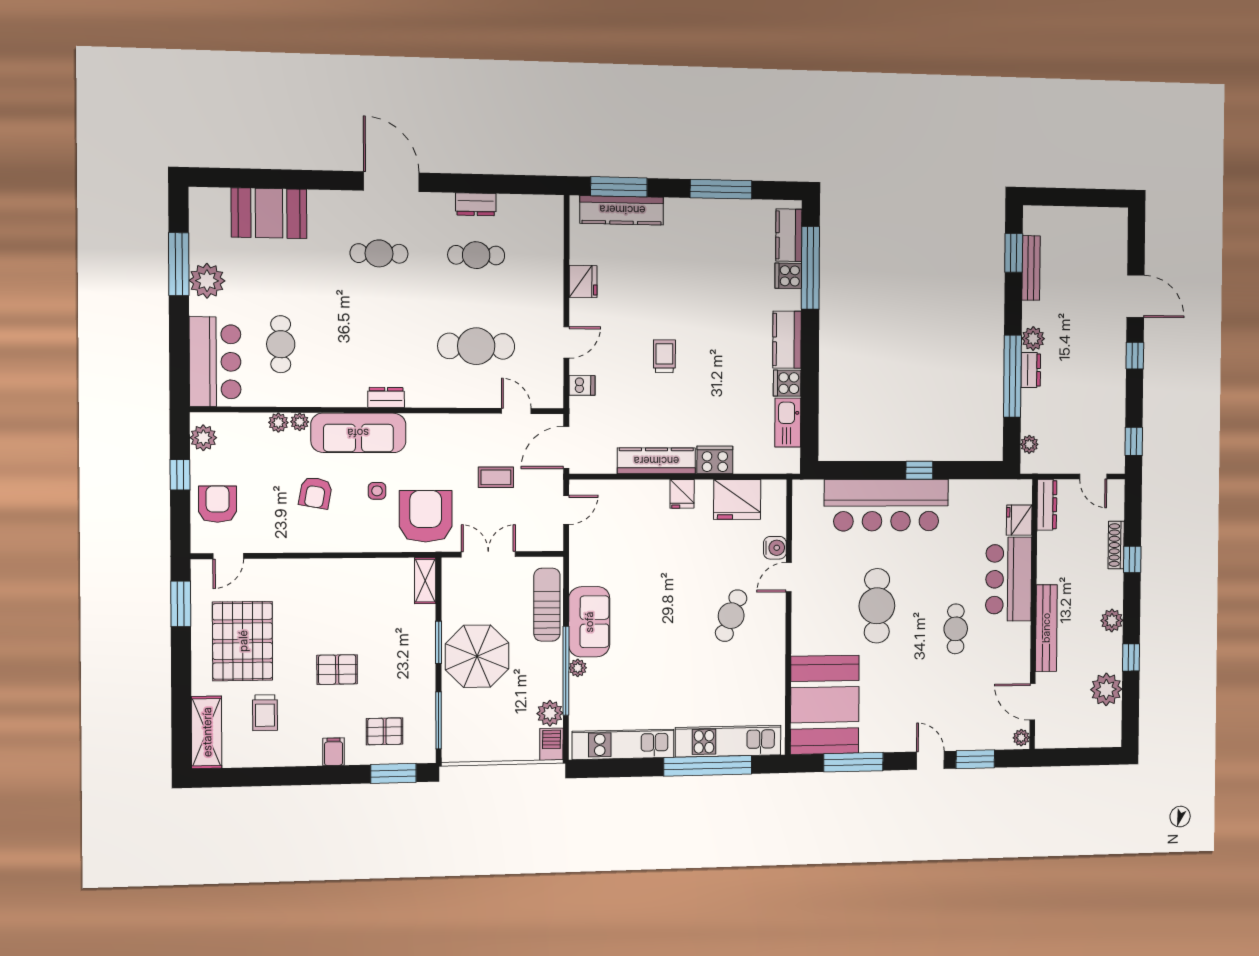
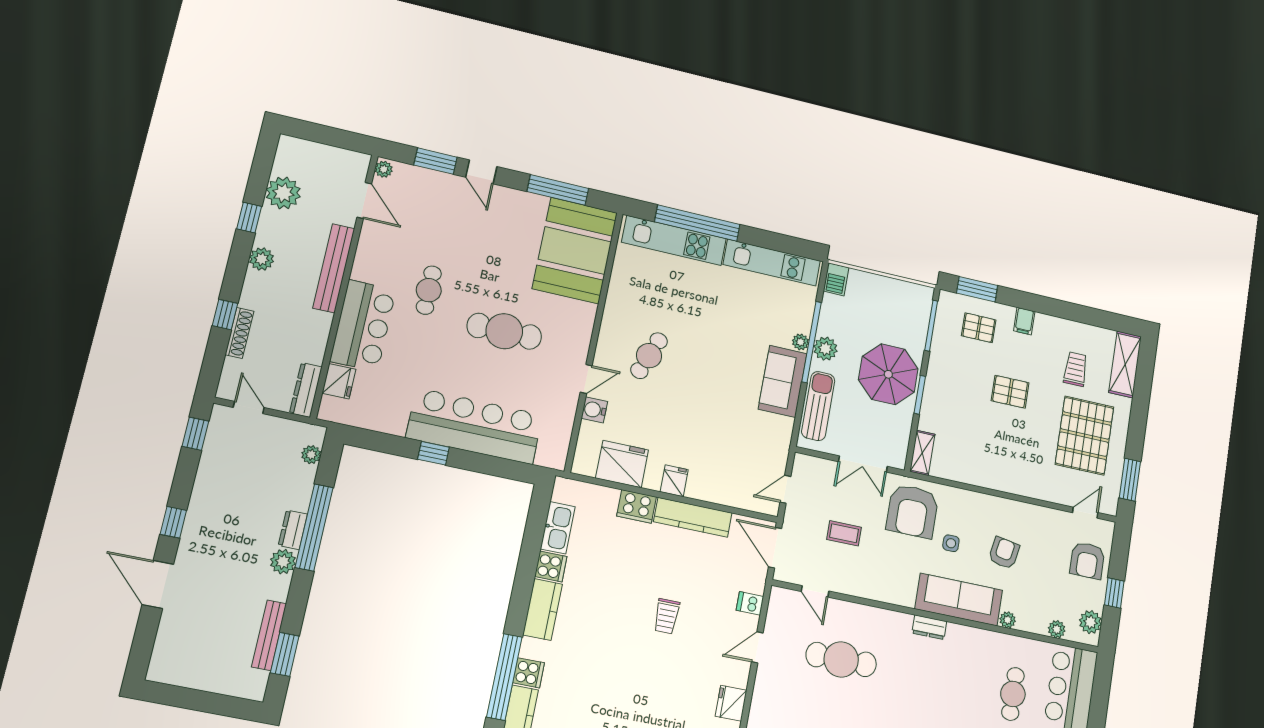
plant: (278, 423) -> (1057, 629), moved
door: (566, 447) -> (775, 548), swing flipped
sun lounger: (547, 605) -> (818, 406), turned 180
cafe table: (877, 606) -> (504, 331), turned 90
plant: (550, 713) -> (825, 349), moved

